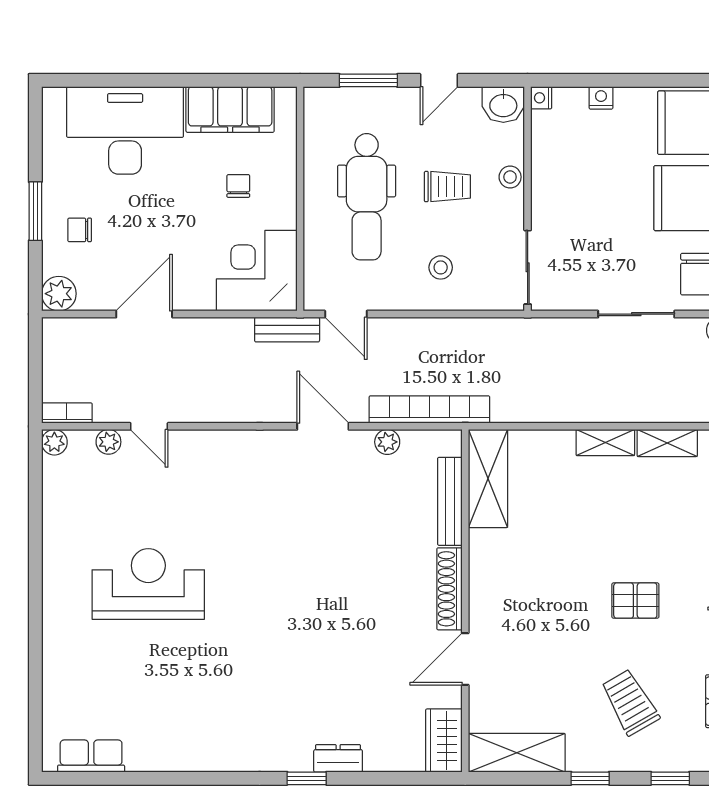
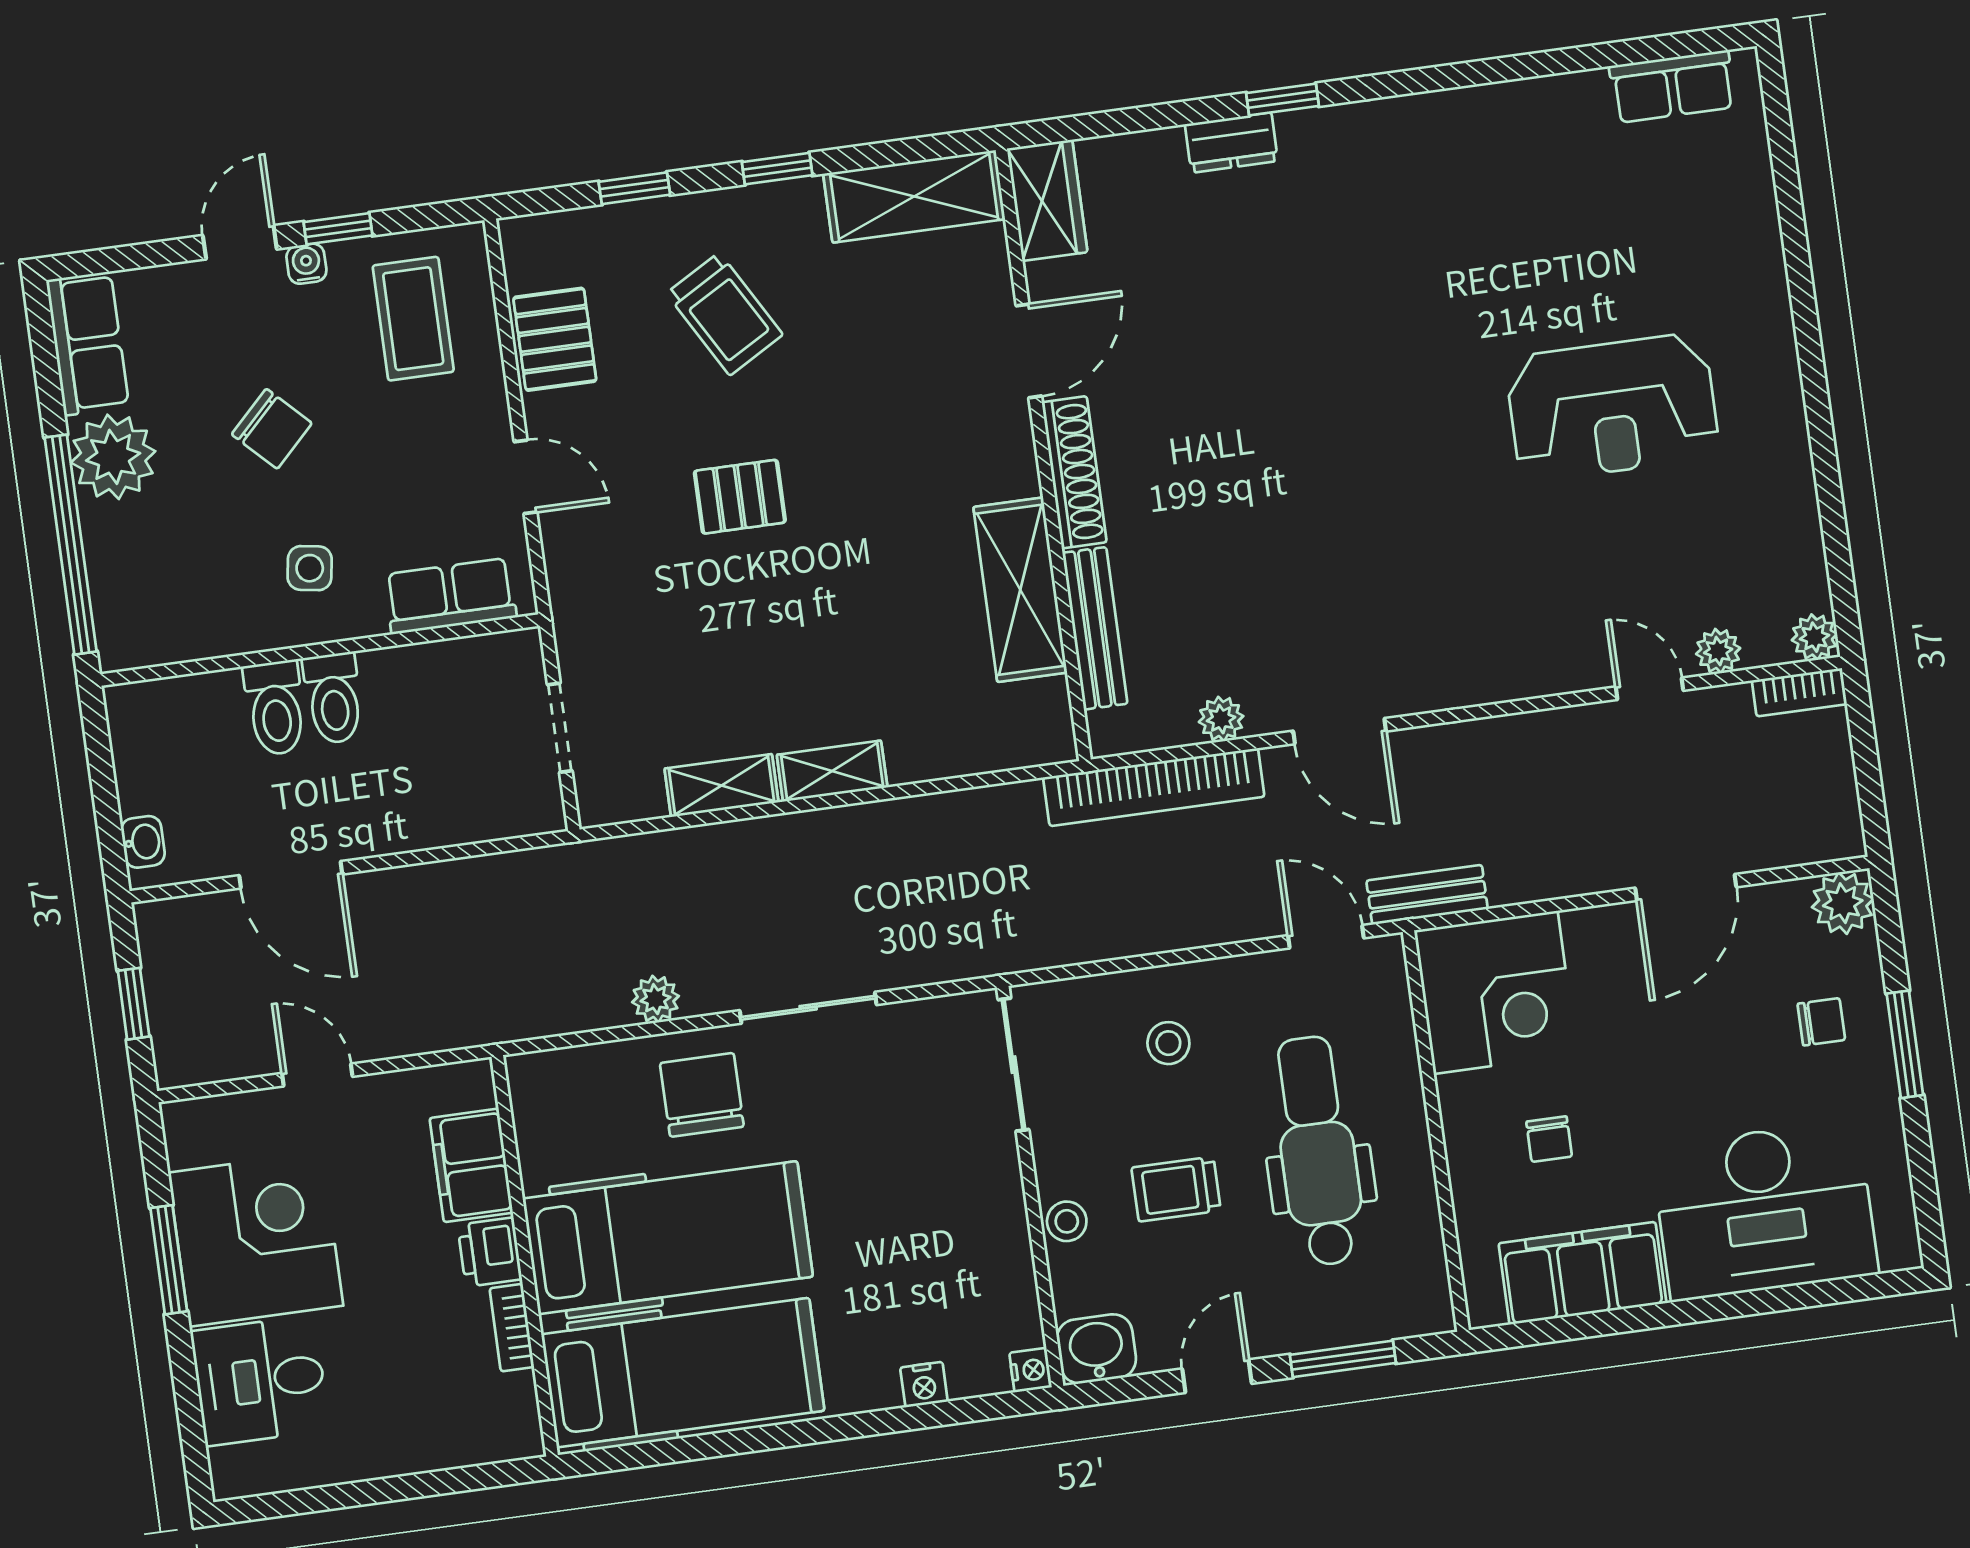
shelving: (488, 478) -> (1020, 590), moved

